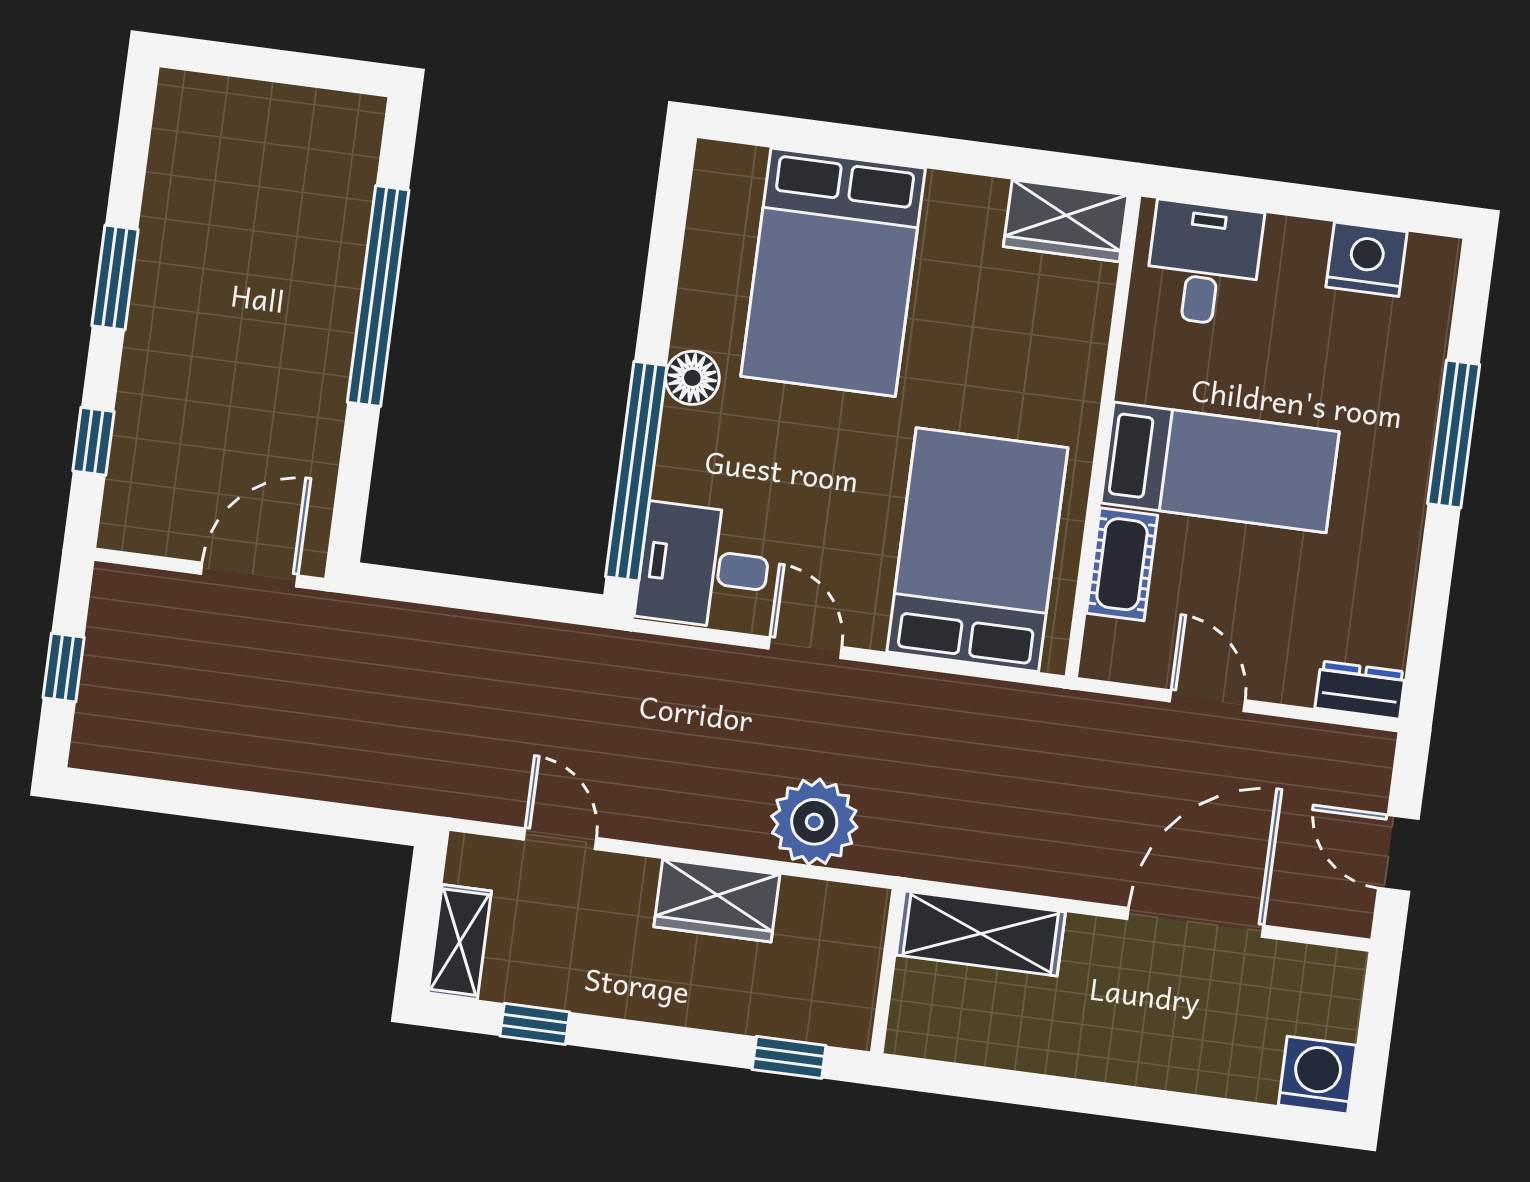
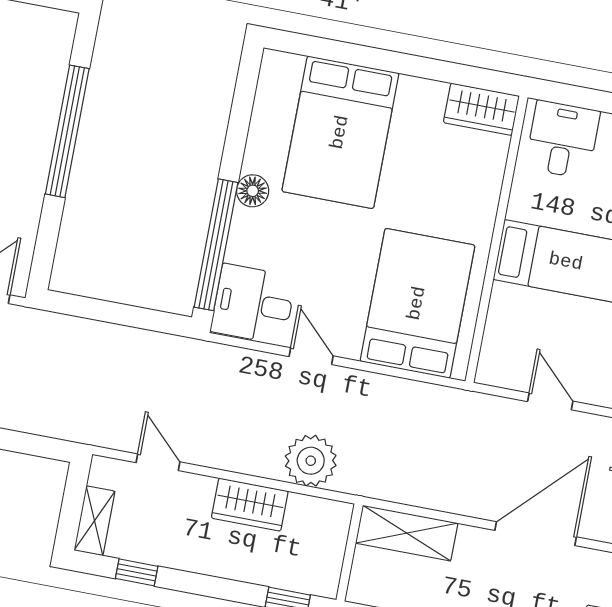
cot: (1122, 564) -> (504, 317), removed

